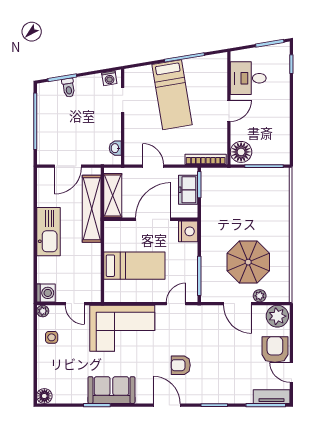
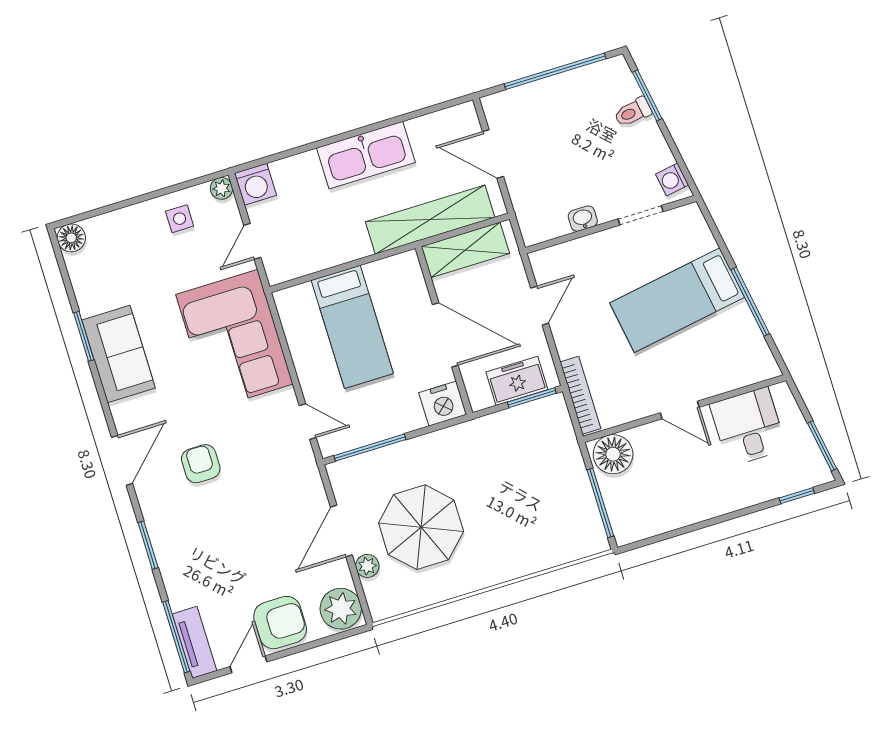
washbasin: (115, 148) -> (583, 219), moved

